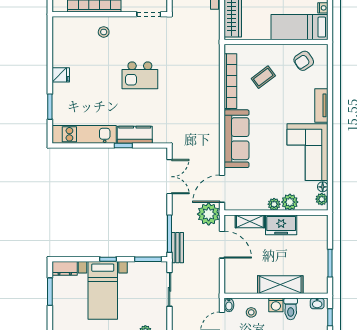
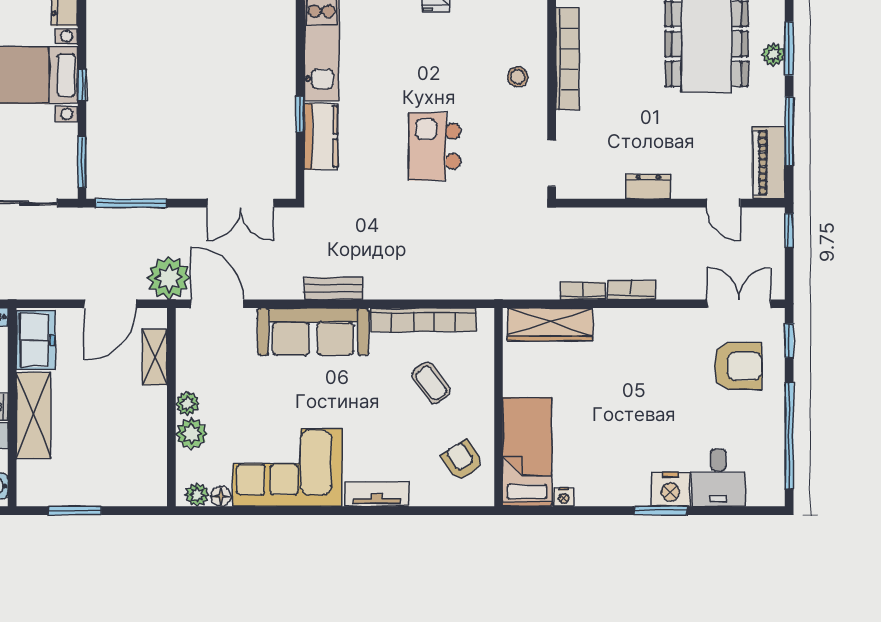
freezer: (281, 225) -> (36, 340), moved, turned 180
bench: (178, 248) -> (333, 288), moved

